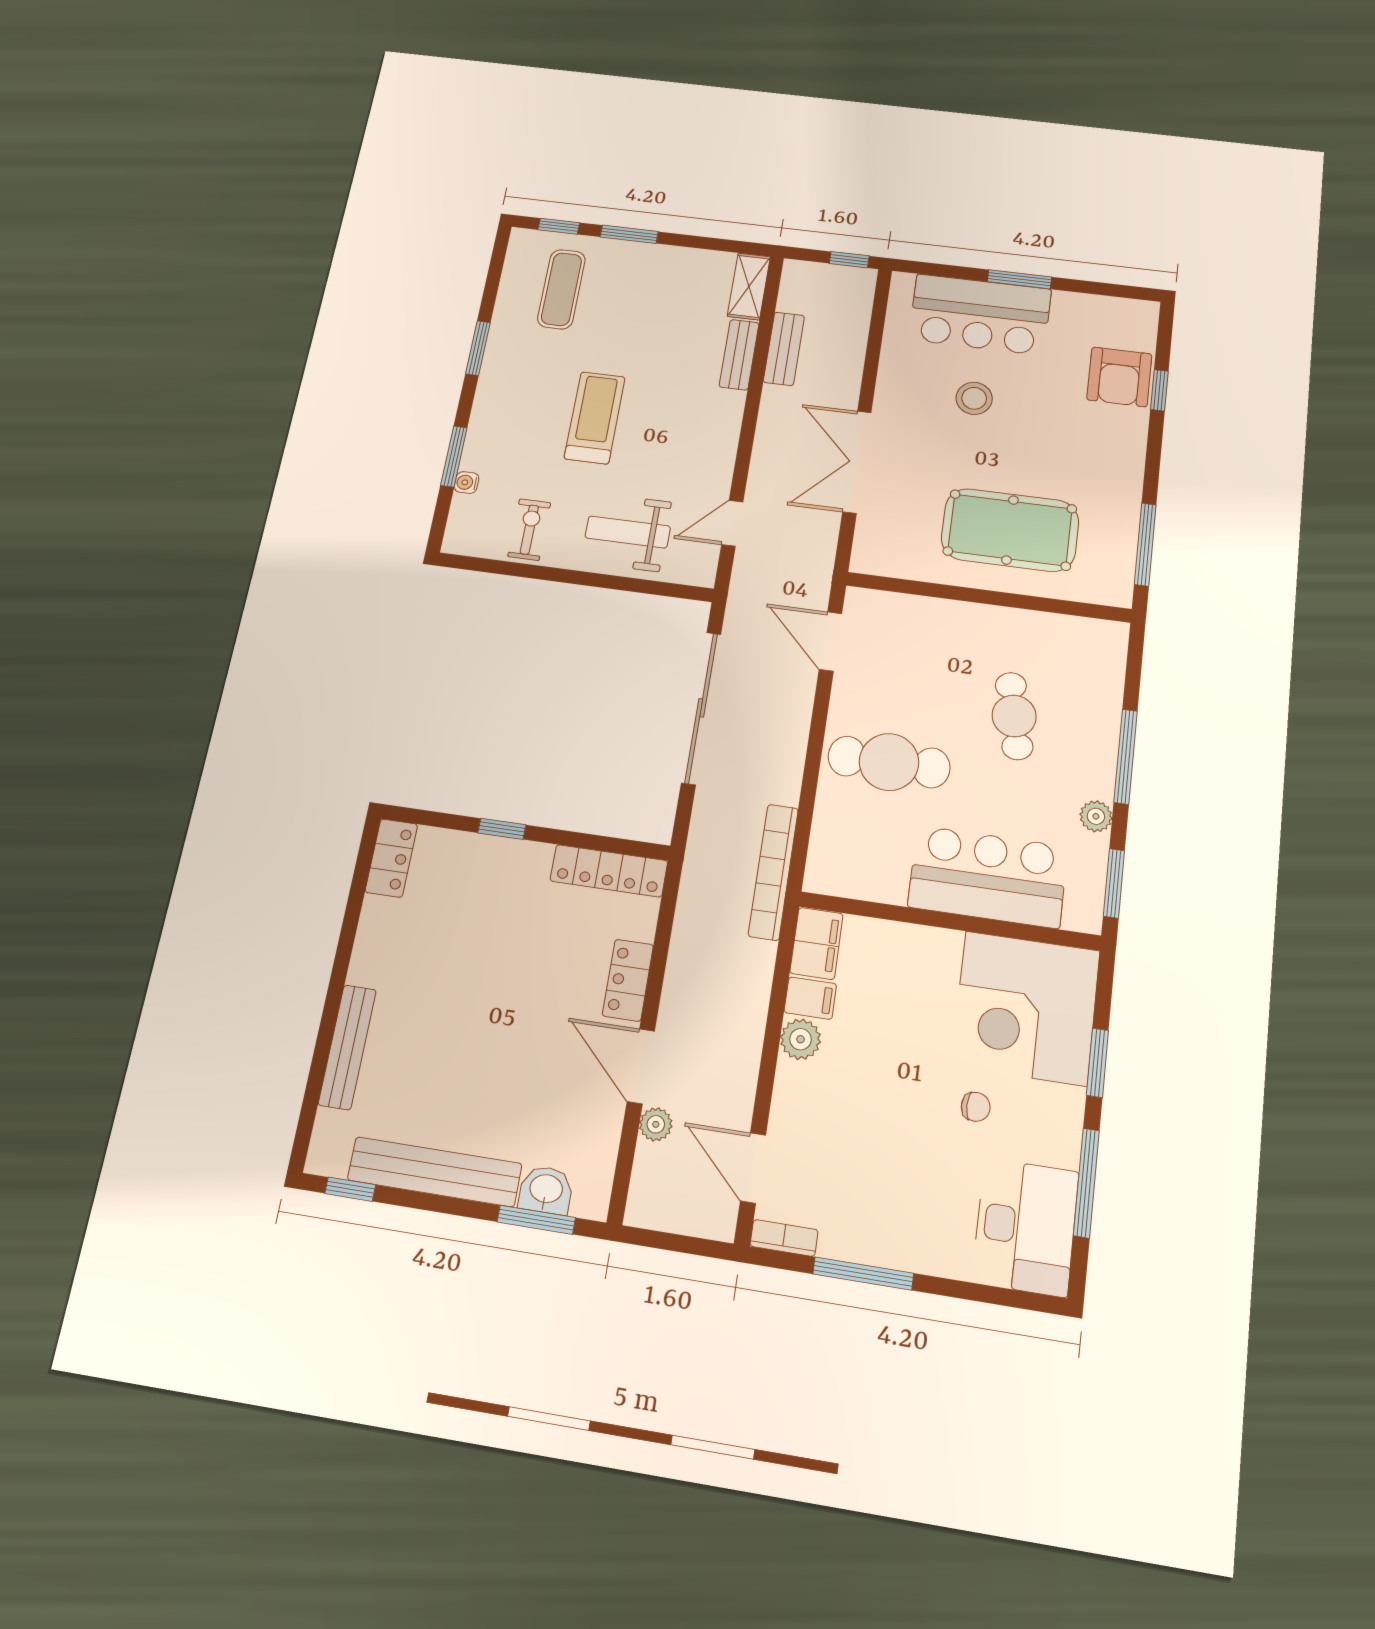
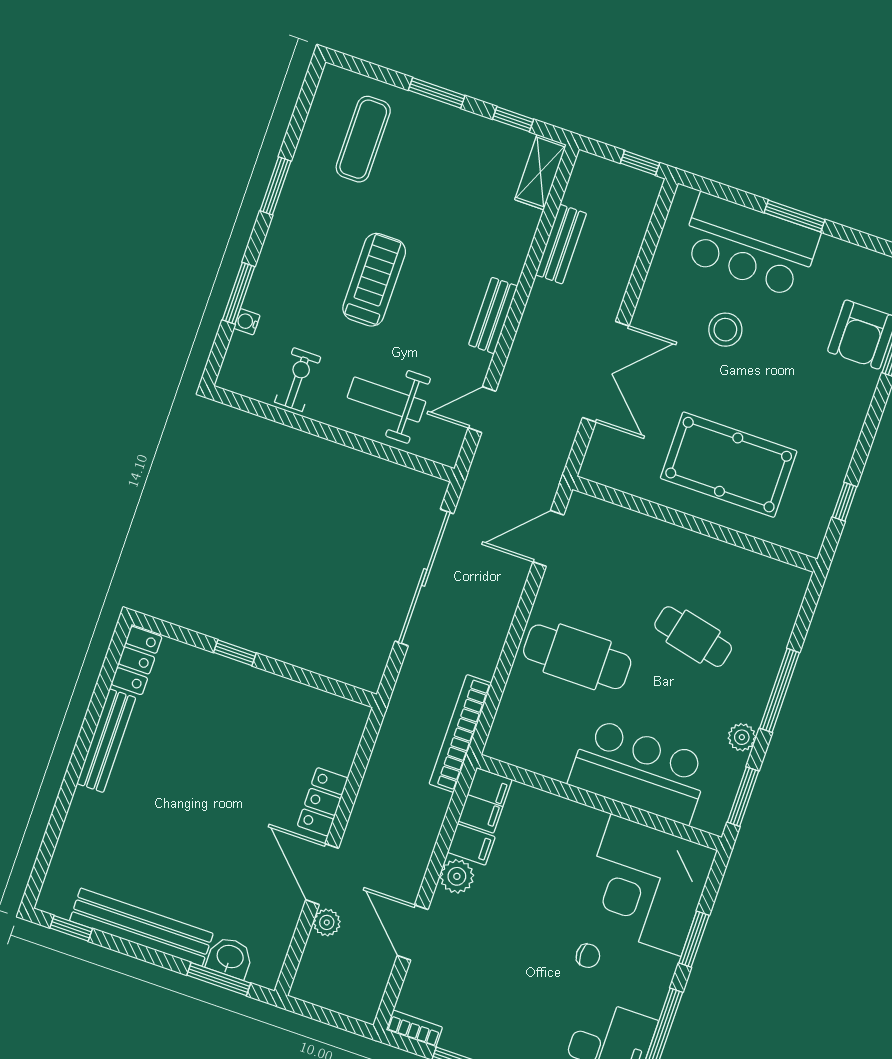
window: (559, 226) -> (513, 119), moved
bench: (739, 355) -> (493, 315), moved
double door: (857, 462) -> (606, 372), swing flipped
window: (1145, 544) -> (845, 502), width x0.46
door: (830, 641) -> (548, 538), hinge flipped
cafe table: (1014, 716) -> (693, 637), turned -65
locker: (609, 871) -> (321, 706), removed
bench: (347, 1047) -> (106, 741), moved
door: (753, 1168) -> (413, 933), moved

